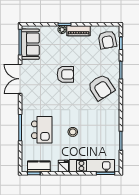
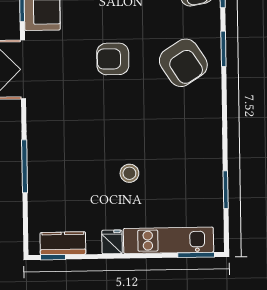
armchair: (65, 74) -> (113, 59), turned 180
armchair: (101, 87) -> (183, 63), moved
kitchen island: (42, 130) -> (67, 170), removed

